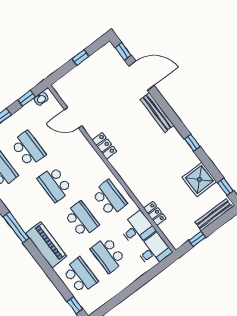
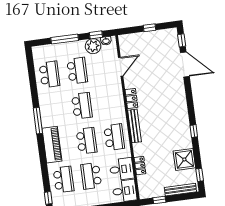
plant: (30, 112) -> (93, 46), added
bench: (157, 112) -> (135, 126), moved
door: (73, 118) -> (121, 67), swing flipped
school desk: (55, 184) -> (82, 106), turned 180

